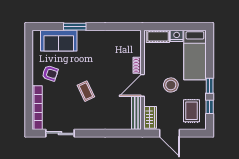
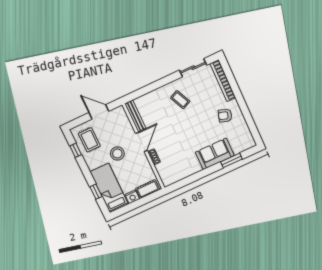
window: (75, 27) -> (231, 160), moved
sofa: (59, 41) -> (215, 154), moved
window: (210, 86) -> (96, 192), moved
coffee table: (86, 91) -> (180, 100), moved
wardrobe: (150, 117) -> (122, 118), removed

